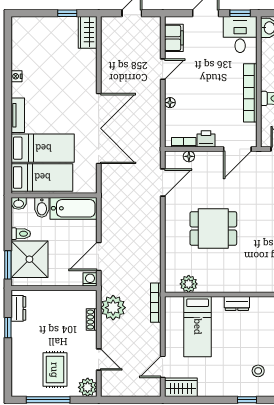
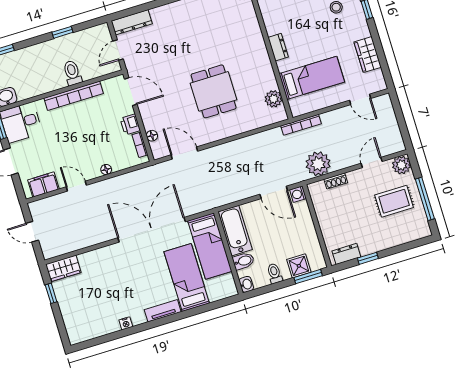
bed: (42, 177) -> (210, 246), moved, turned 180
shower: (29, 259) -> (299, 266), width x0.54, depth x0.54
wardrobe: (181, 387) -> (368, 55), moved

